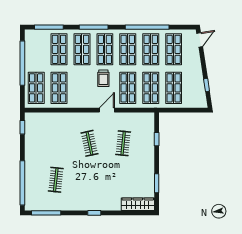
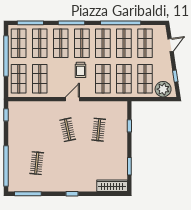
door: (200, 40) -> (171, 45), moved
shop shelf: (36, 49) -> (19, 43), added
plant: (193, 99) -> (163, 89), added
door: (107, 110) -> (72, 99), moved

